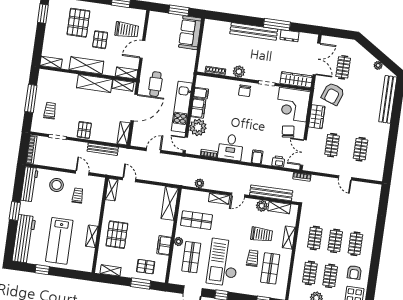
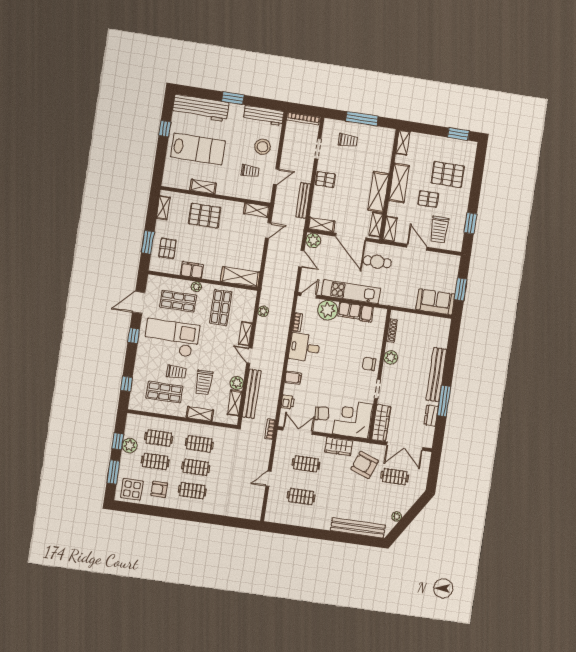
plant: (137, 140) -> (313, 240), added
lab bench: (59, 241) -> (198, 149), turned 180

